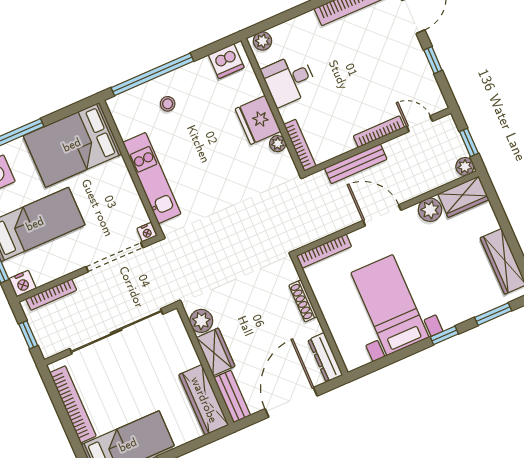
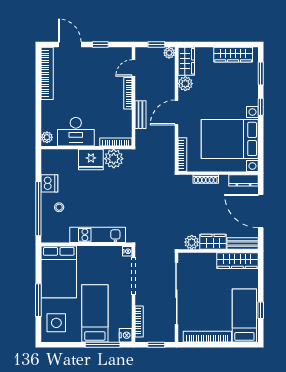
dishwasher: (226, 61) -> (49, 183), moved
desk: (289, 80) -> (76, 132), width x1.37
plant: (278, 144) -> (114, 159), width x1.88, depth x1.88
bench: (356, 164) -> (140, 115), width x0.73
bed with nightstands: (390, 305) -> (230, 139), width x1.36

